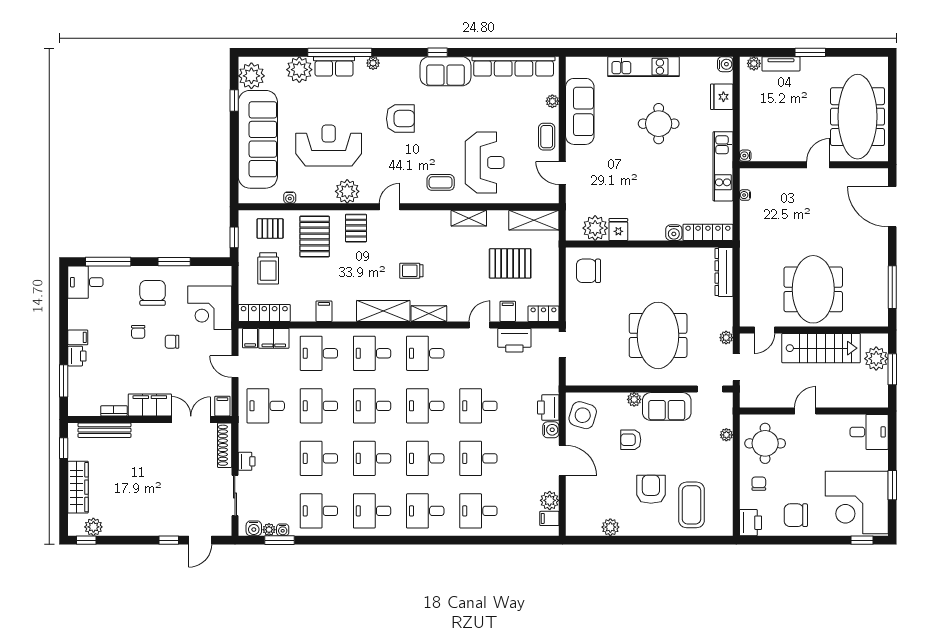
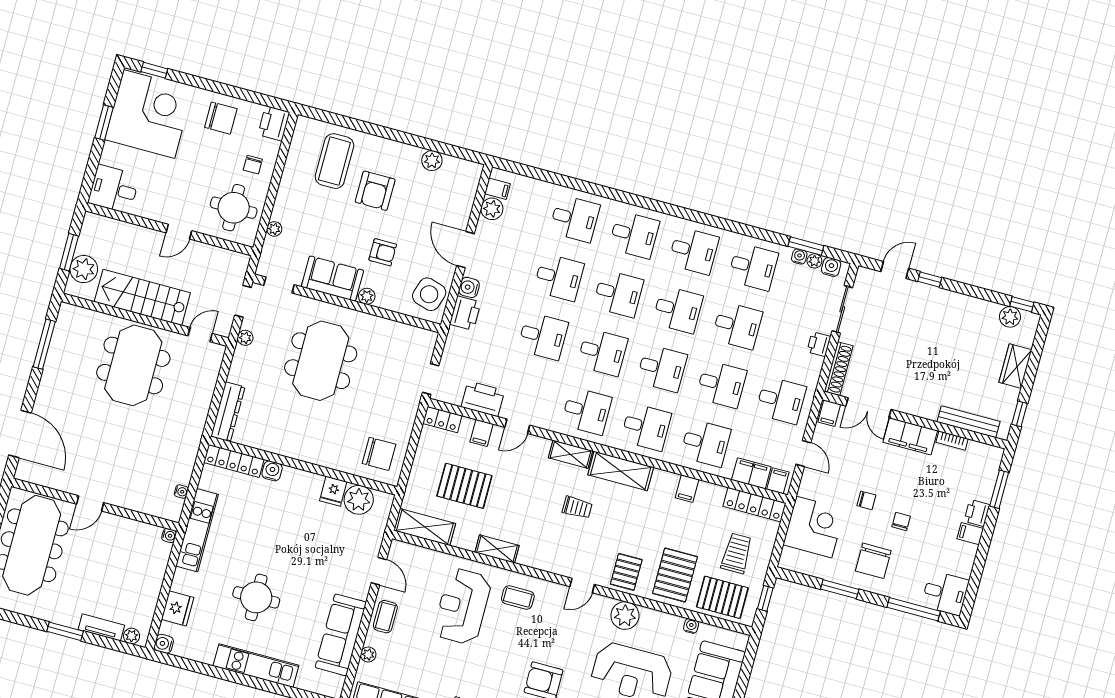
pallet: (270, 228) -> (722, 597), width x1.50, depth x1.42
wardrobe: (78, 487) -> (1015, 366), width x0.67

